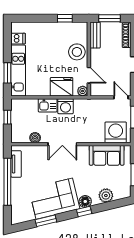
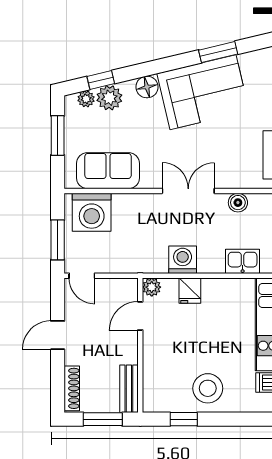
stool: (77, 52) -> (208, 388), moved
door: (89, 75) -> (140, 316), hinge flipped
fridge: (62, 87) -> (190, 291), width x0.53, depth x0.75
kitchen sink: (48, 105) -> (243, 261), moved
plant: (119, 195) -> (86, 99), added
window: (84, 212) -> (101, 80), moved

